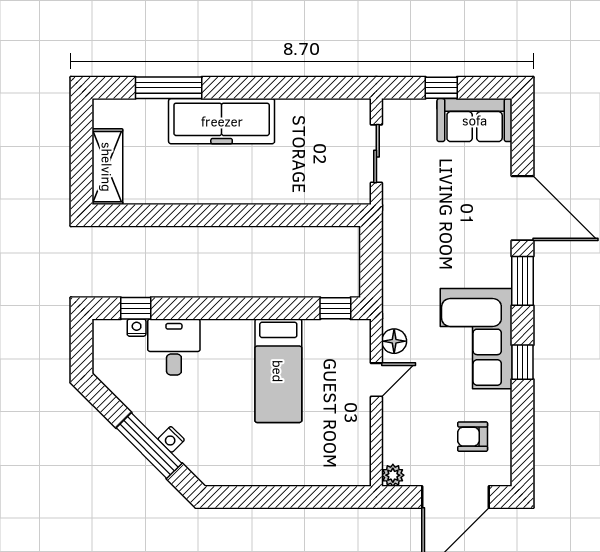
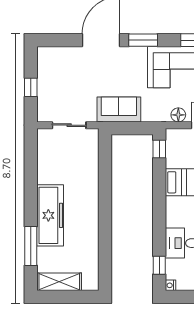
sofa: (475, 120) -> (119, 109), moved, turned -90
shelving: (107, 167) -> (59, 282), moved
nightstand: (137, 328) -> (170, 285), moved

